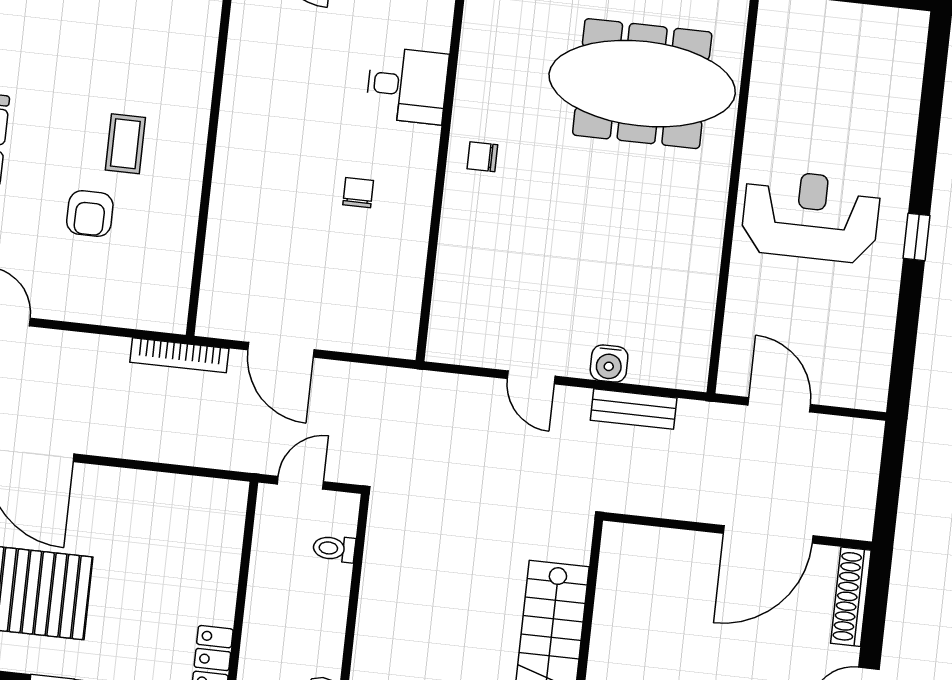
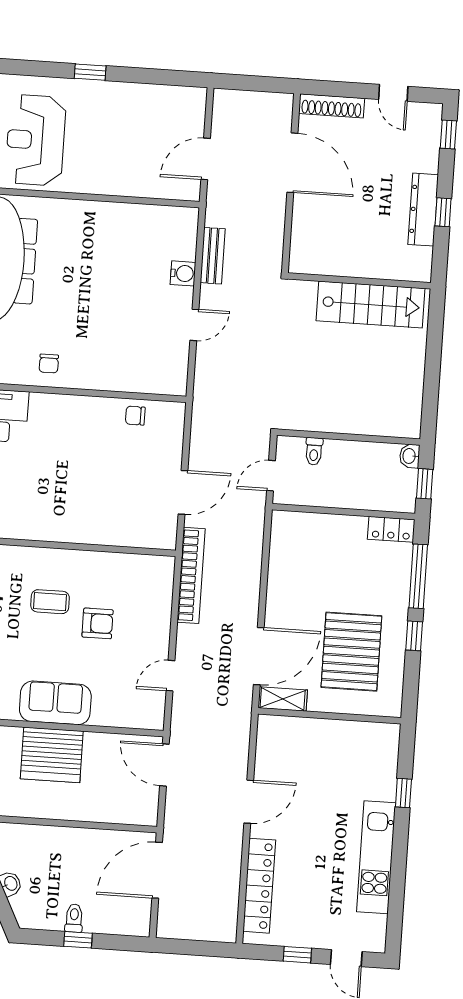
chair: (358, 193) -> (135, 416), moved
reception desk: (811, 216) -> (36, 140), moved
bookcase: (179, 355) -> (191, 575), width x1.48, depth x1.31
door: (300, 483) -> (271, 476), hinge flipped

